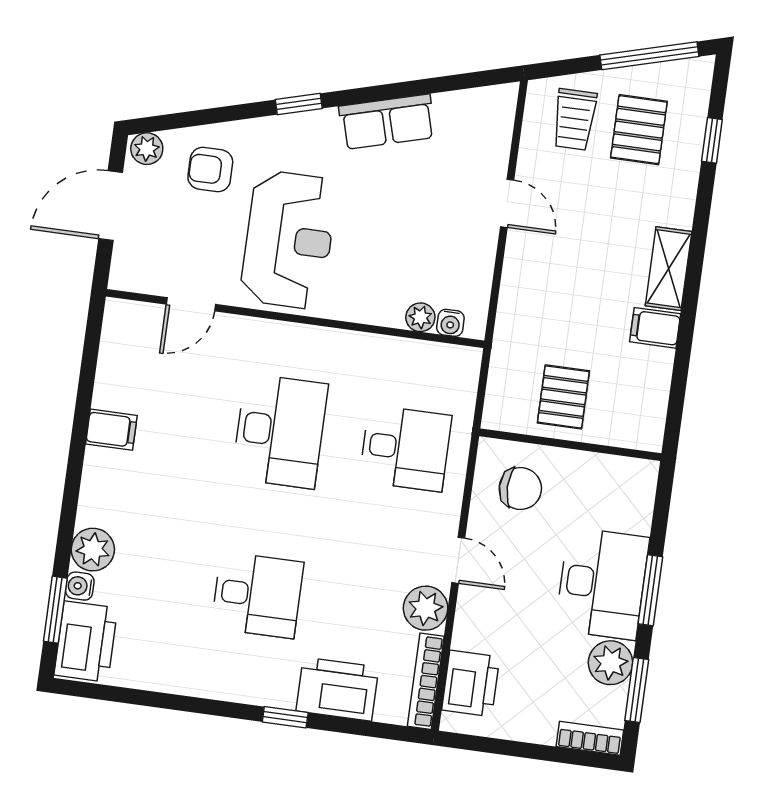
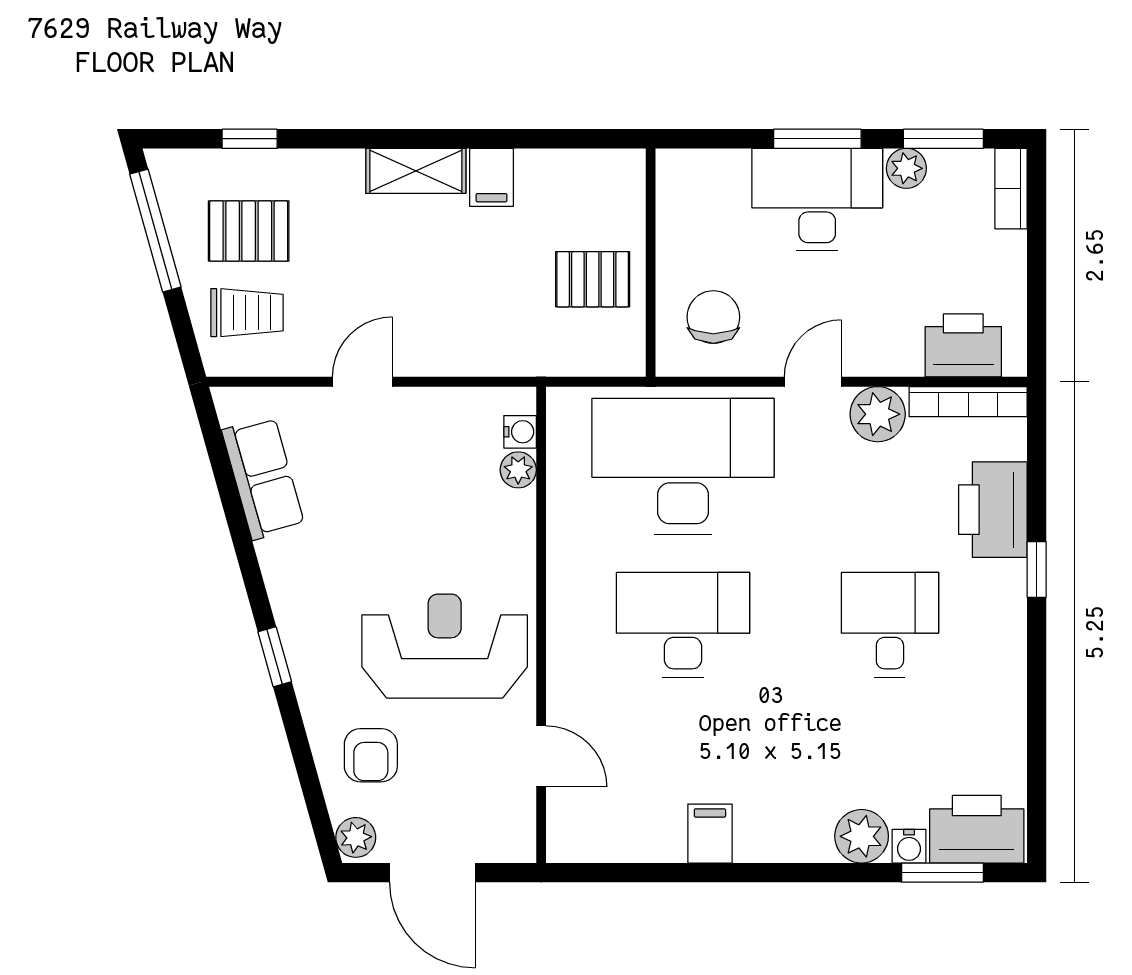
row of seats: (387, 122) -> (263, 478), moved
desk: (405, 448) -> (683, 466), width x1.87, depth x1.30
plant: (610, 663) -> (906, 168), width x0.73, depth x0.73

